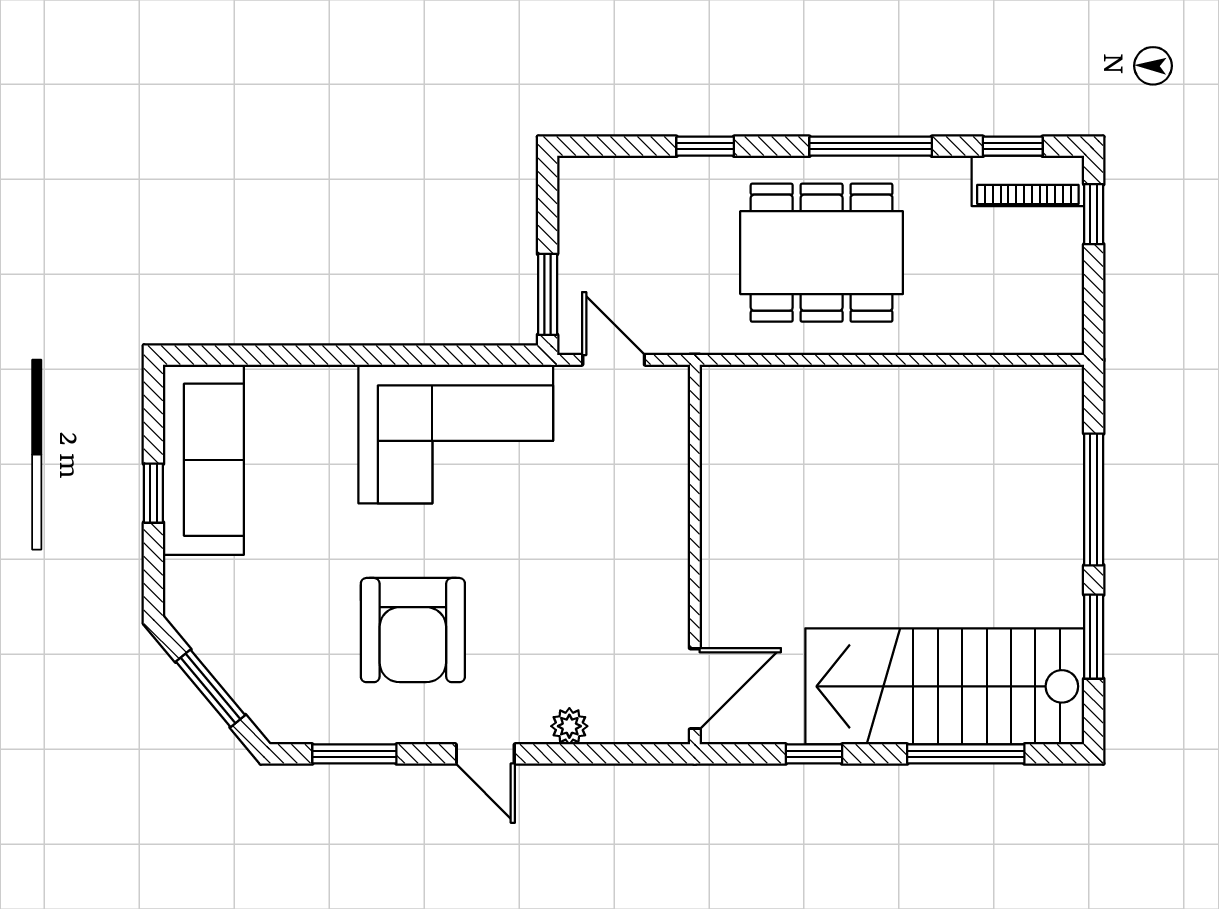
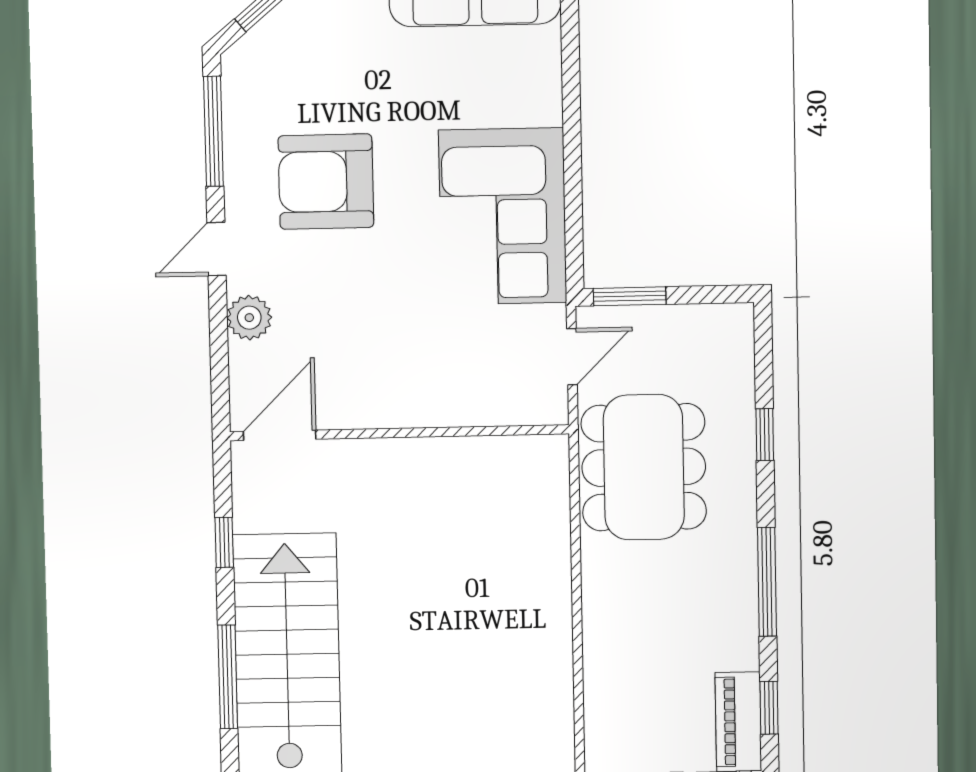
dining table: (822, 253) -> (644, 467), moved
door: (695, 689) -> (280, 435), swing flipped
plant: (569, 726) -> (249, 318), width x1.38, depth x1.38
window: (354, 754) -> (213, 131), width x1.44

